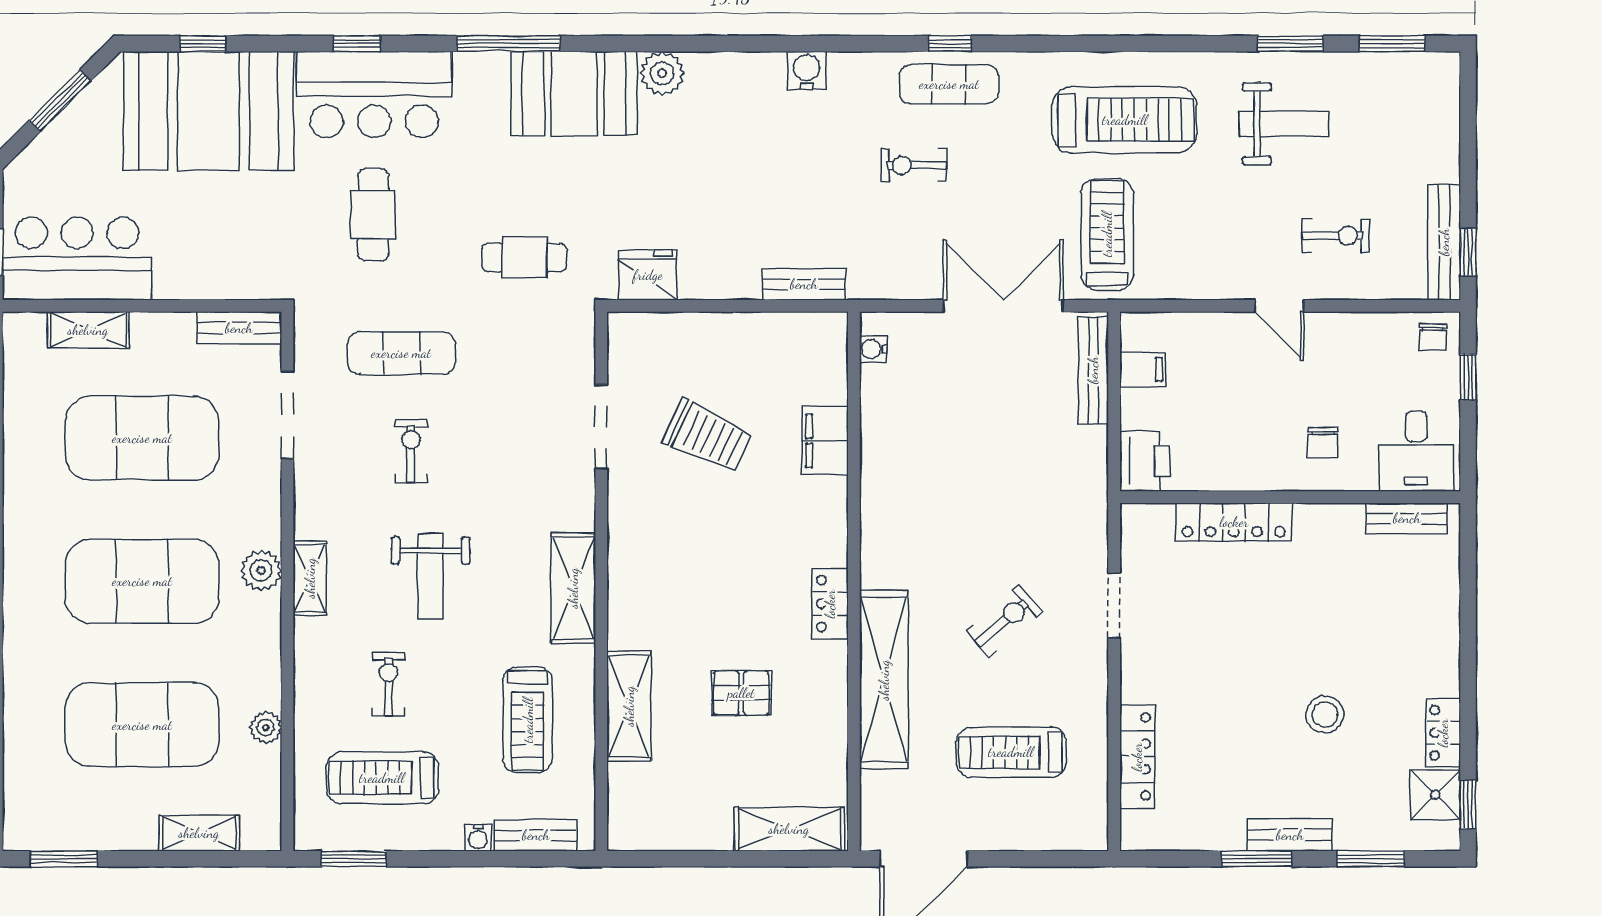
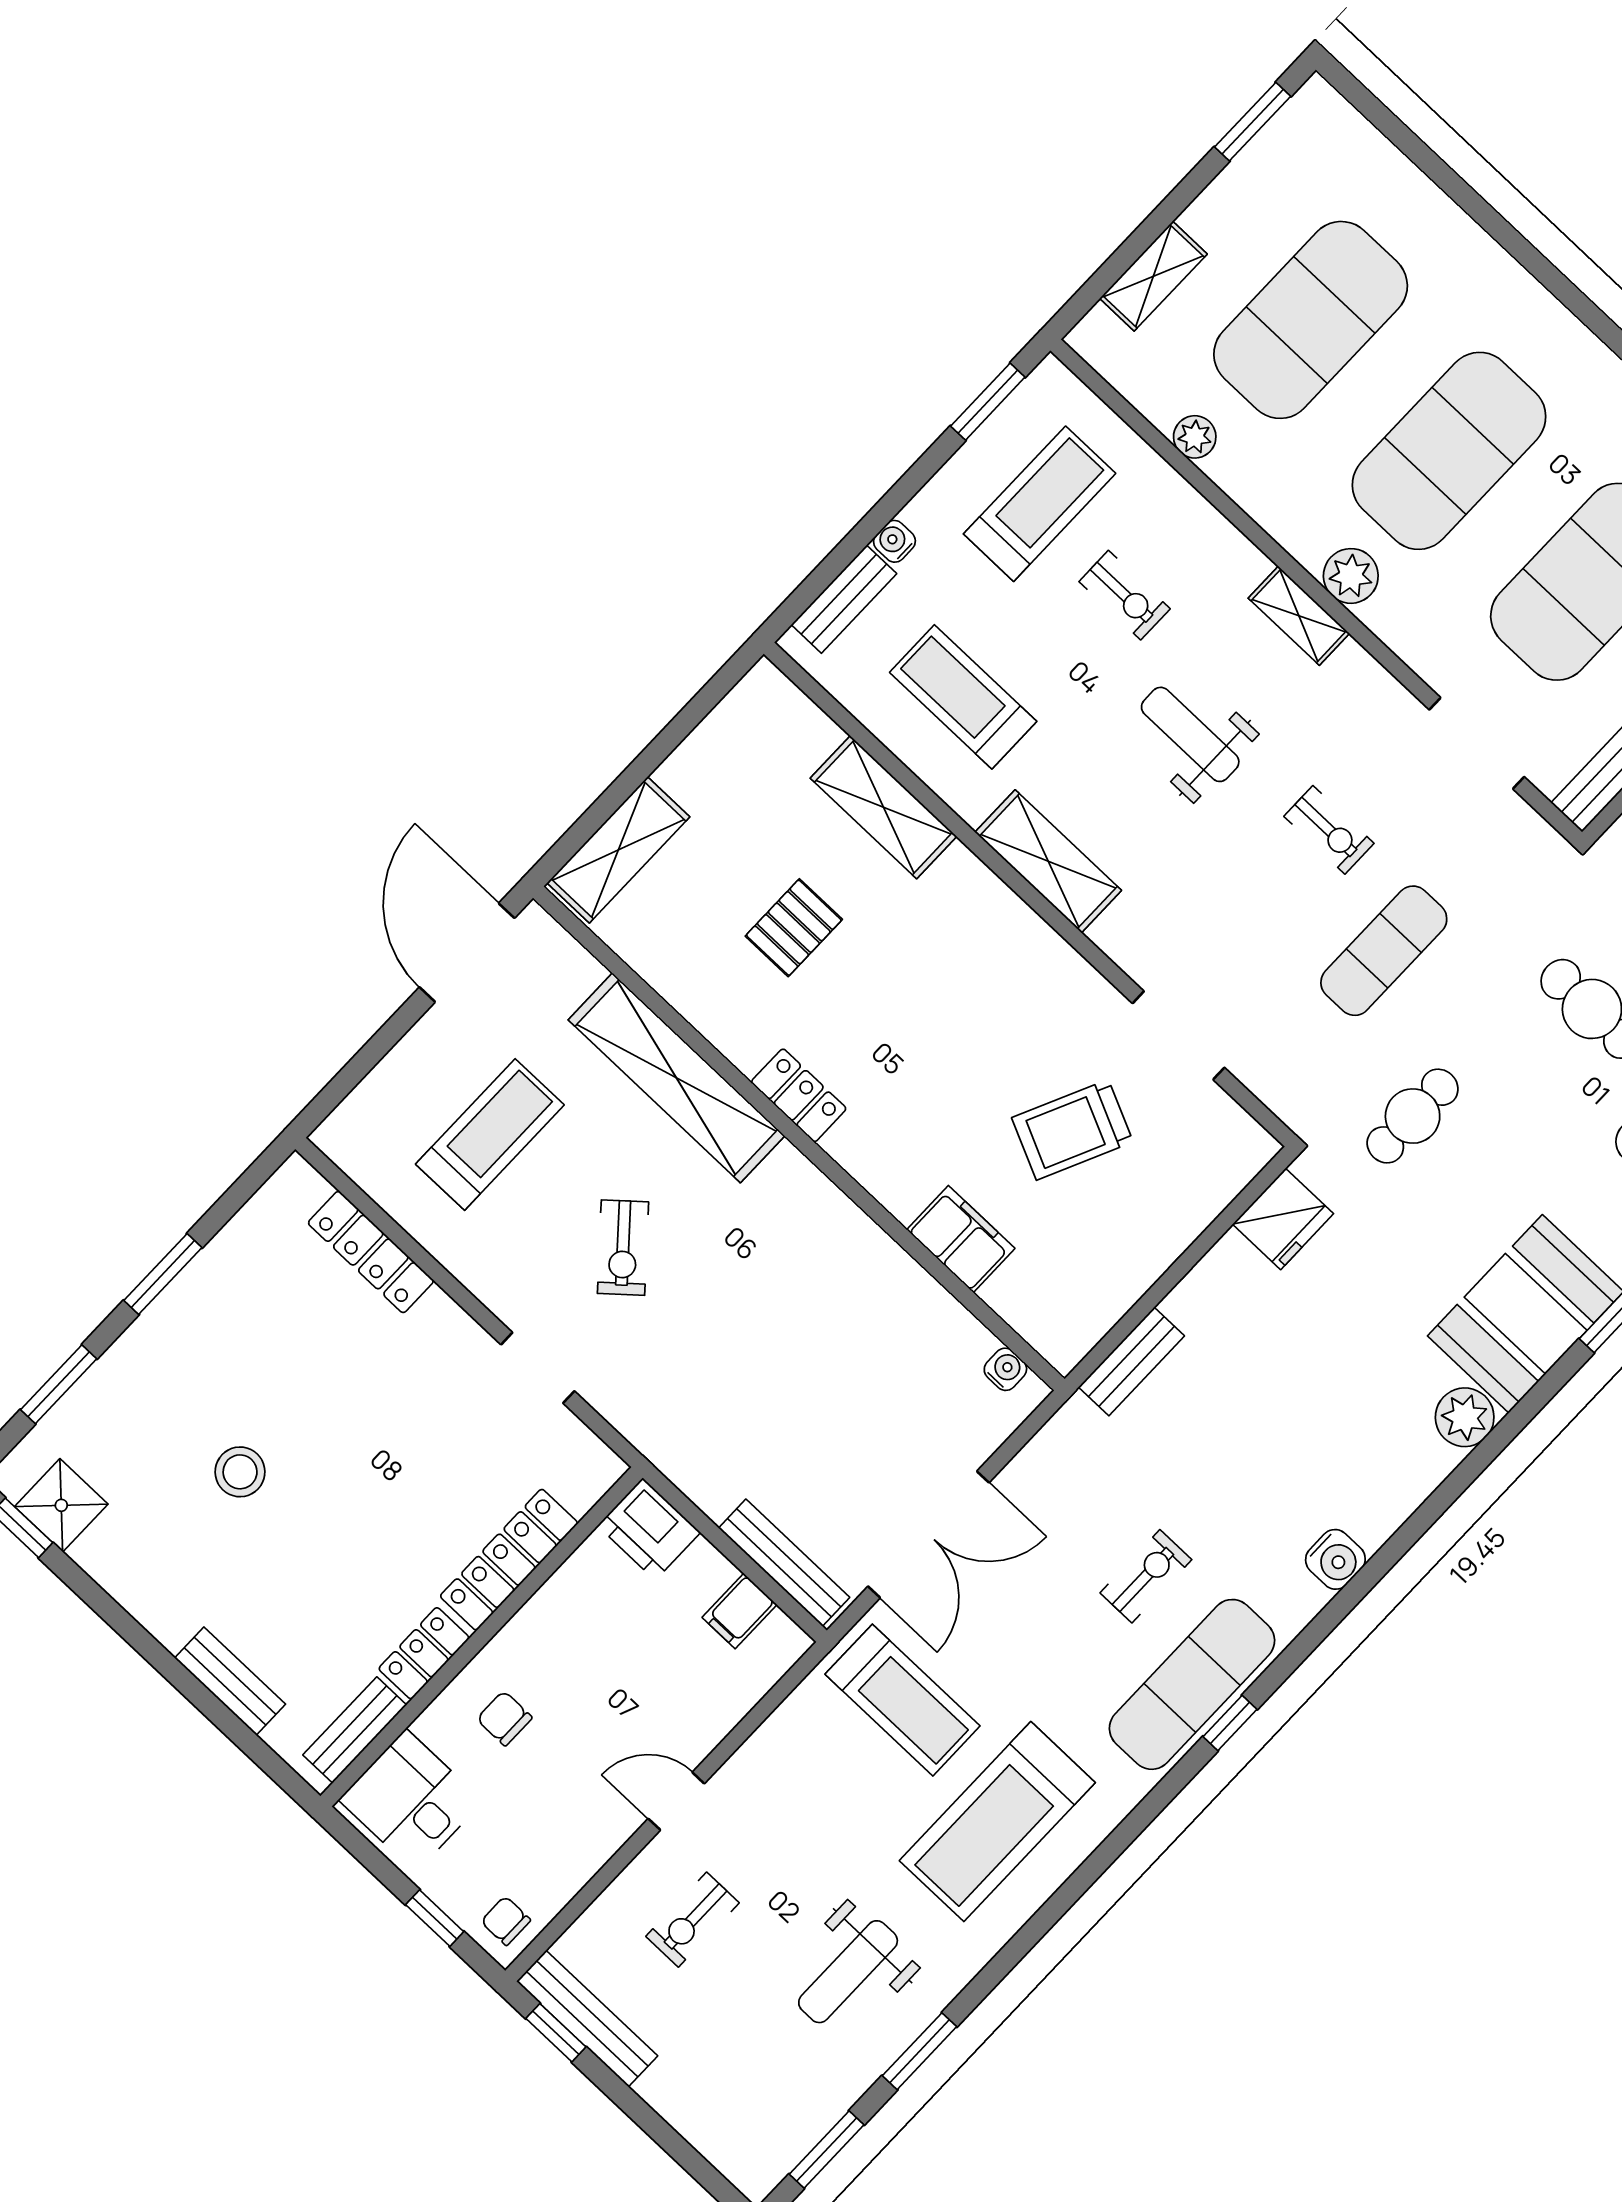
exercise mat: (949, 84) -> (1192, 1684), width x1.36, depth x1.45
exercise mat: (401, 353) -> (1384, 951), moved
locker: (1443, 733) -> (424, 1653), moved, turned -90
bench: (1290, 835) -> (230, 1681), moved, turned 90

